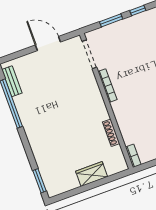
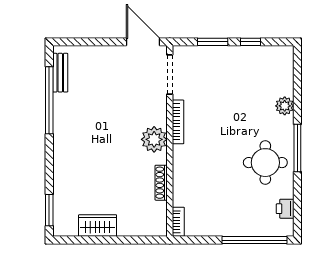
door: (48, 43) -> (143, 42), moved
plant: (95, 104) -> (154, 139), added
wardrobe: (92, 174) -> (98, 226), moved

